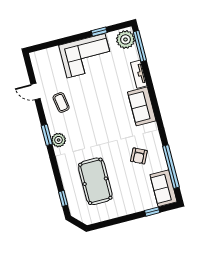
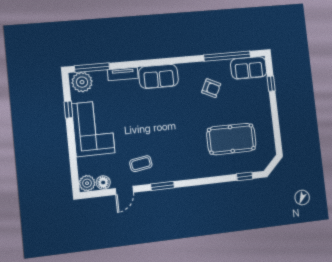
floor lamp: (40, 72) -> (103, 182), added
window: (47, 135) -> (163, 186), moved
plant: (59, 140) -> (87, 183), moved

